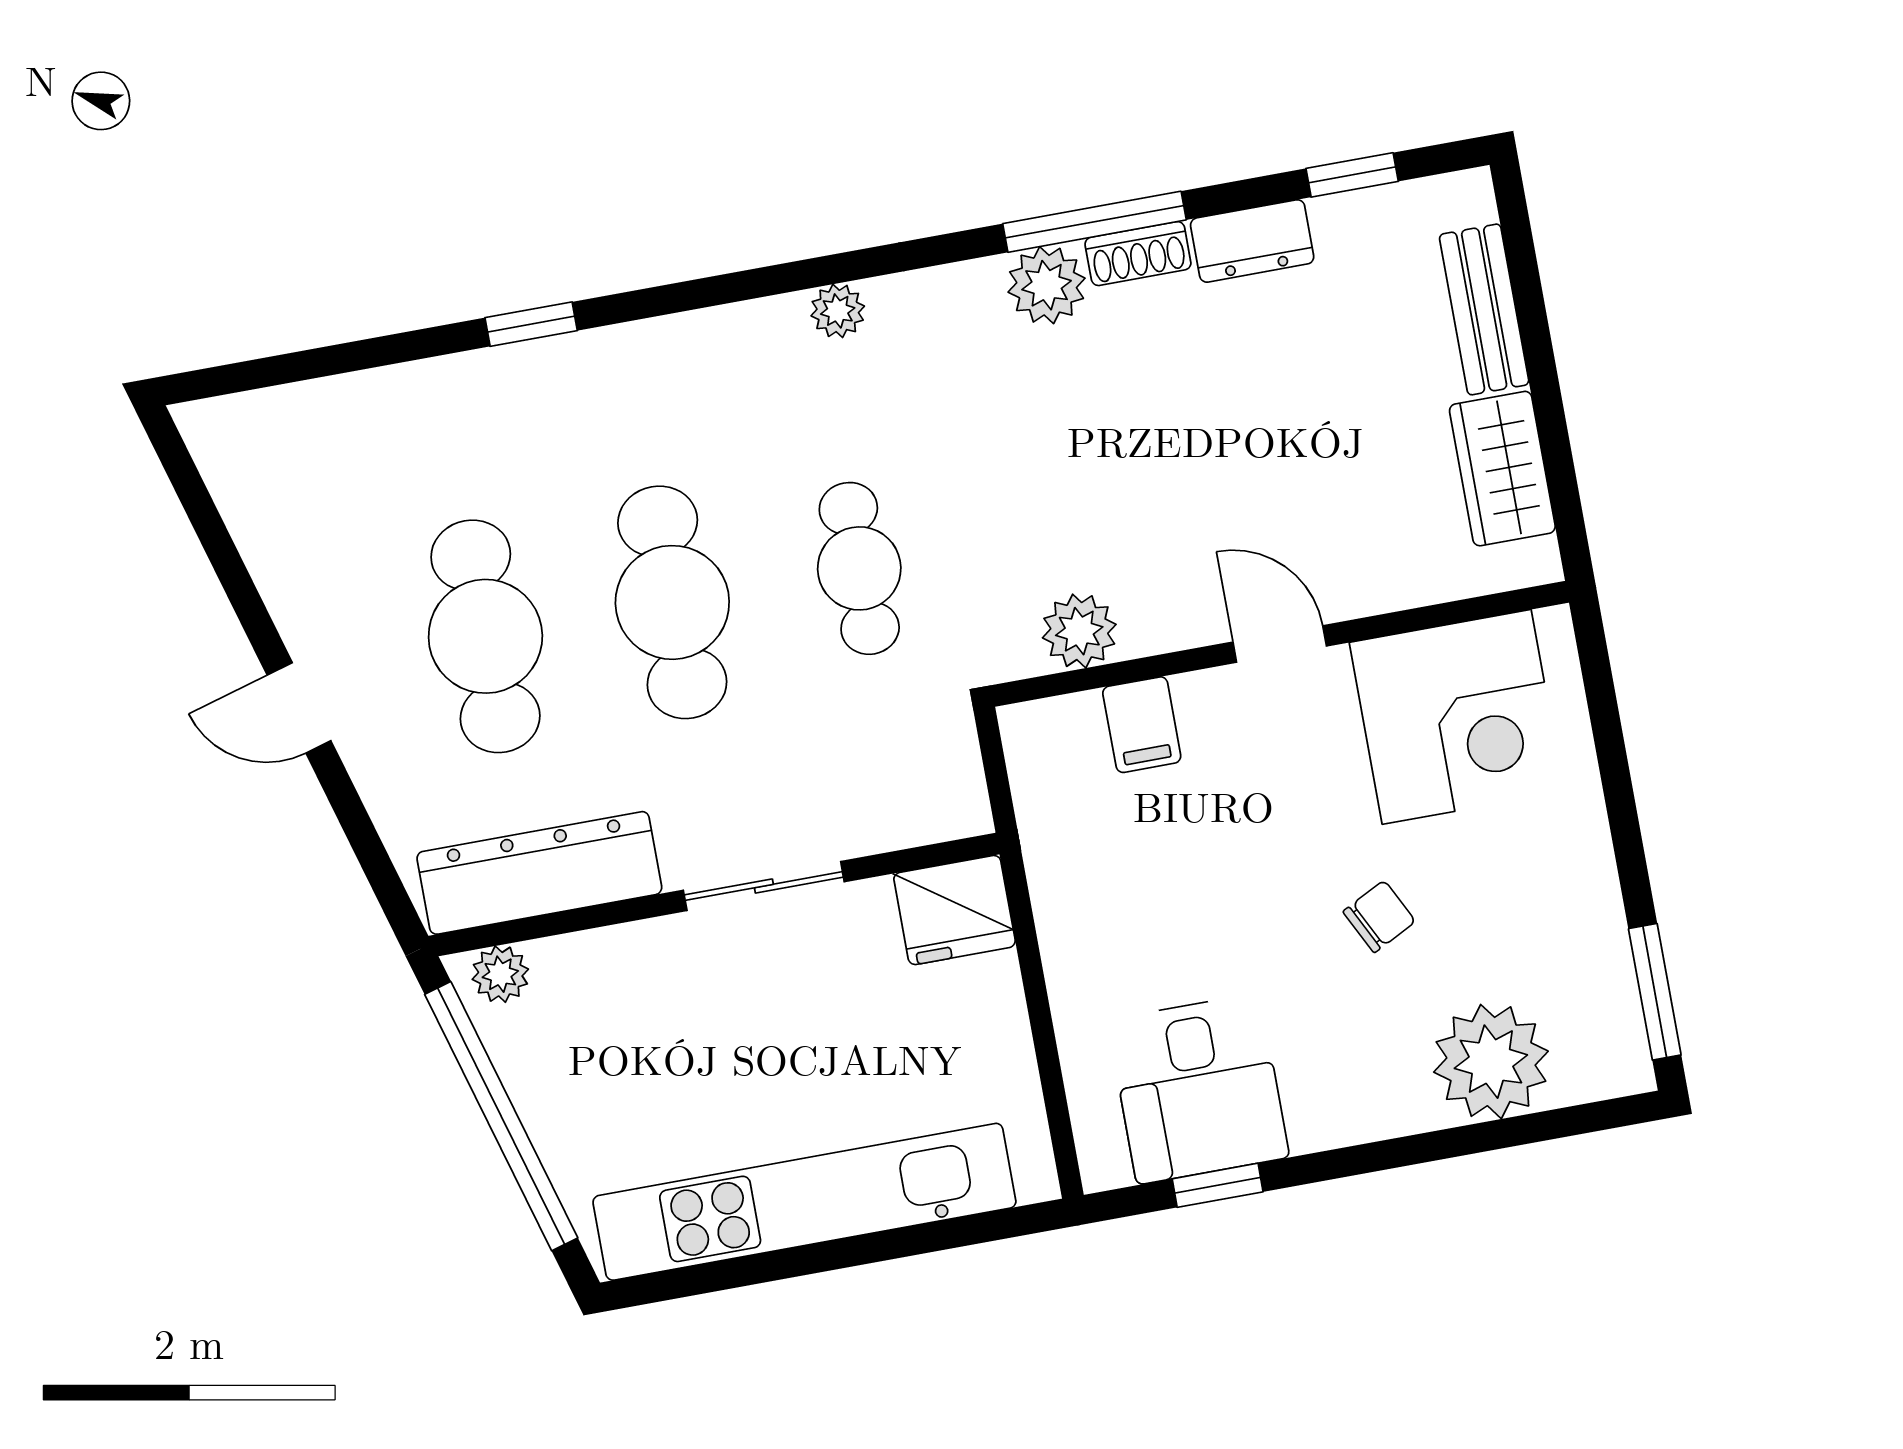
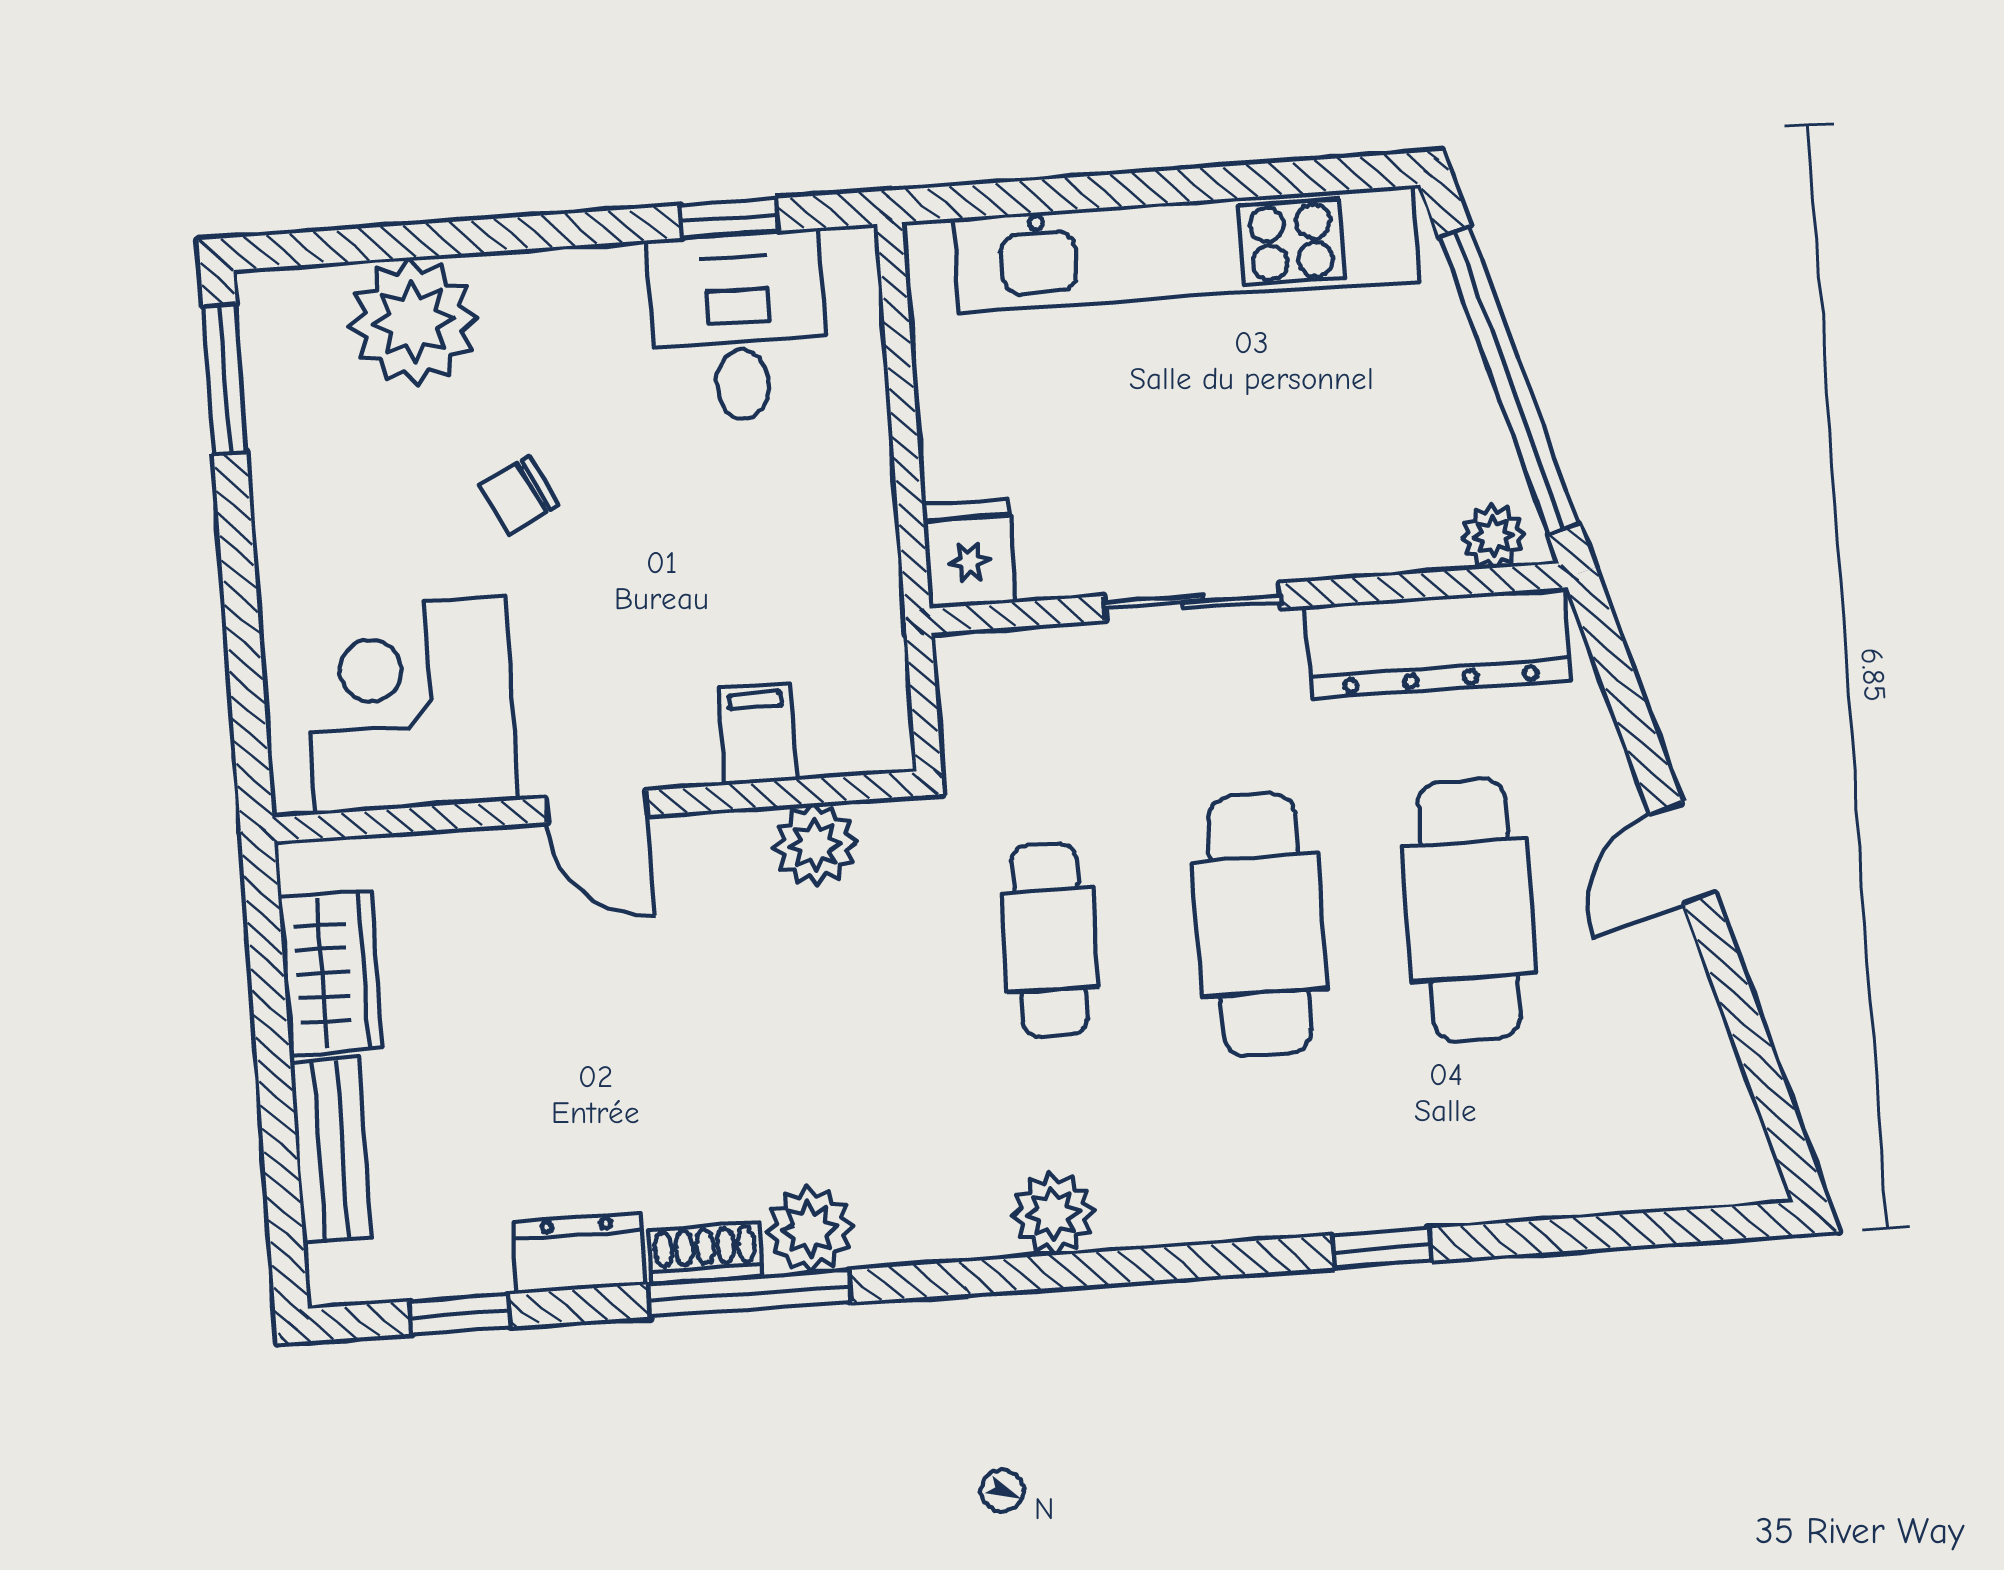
plant: (838, 311) -> (1053, 1214), width x1.38, depth x1.38
door: (299, 708) -> (1683, 853), swing flipped
fridge: (955, 910) -> (969, 554), width x0.72

